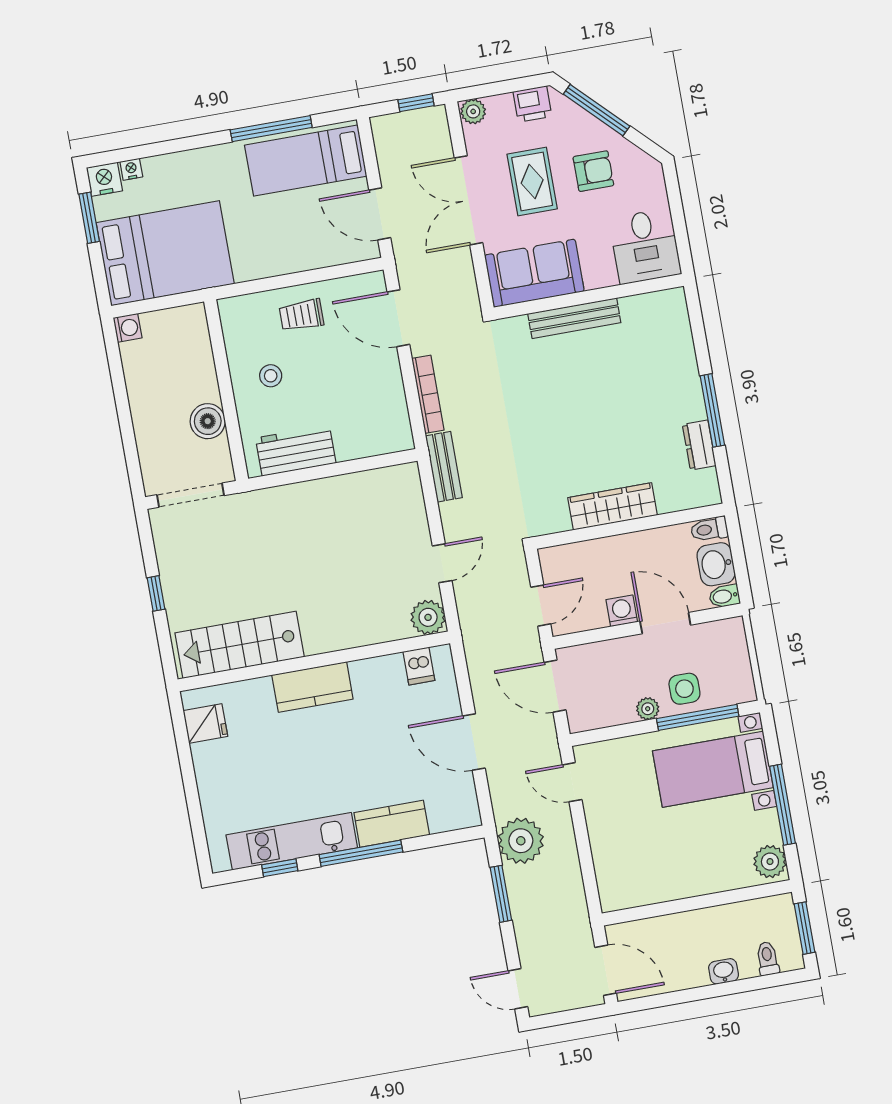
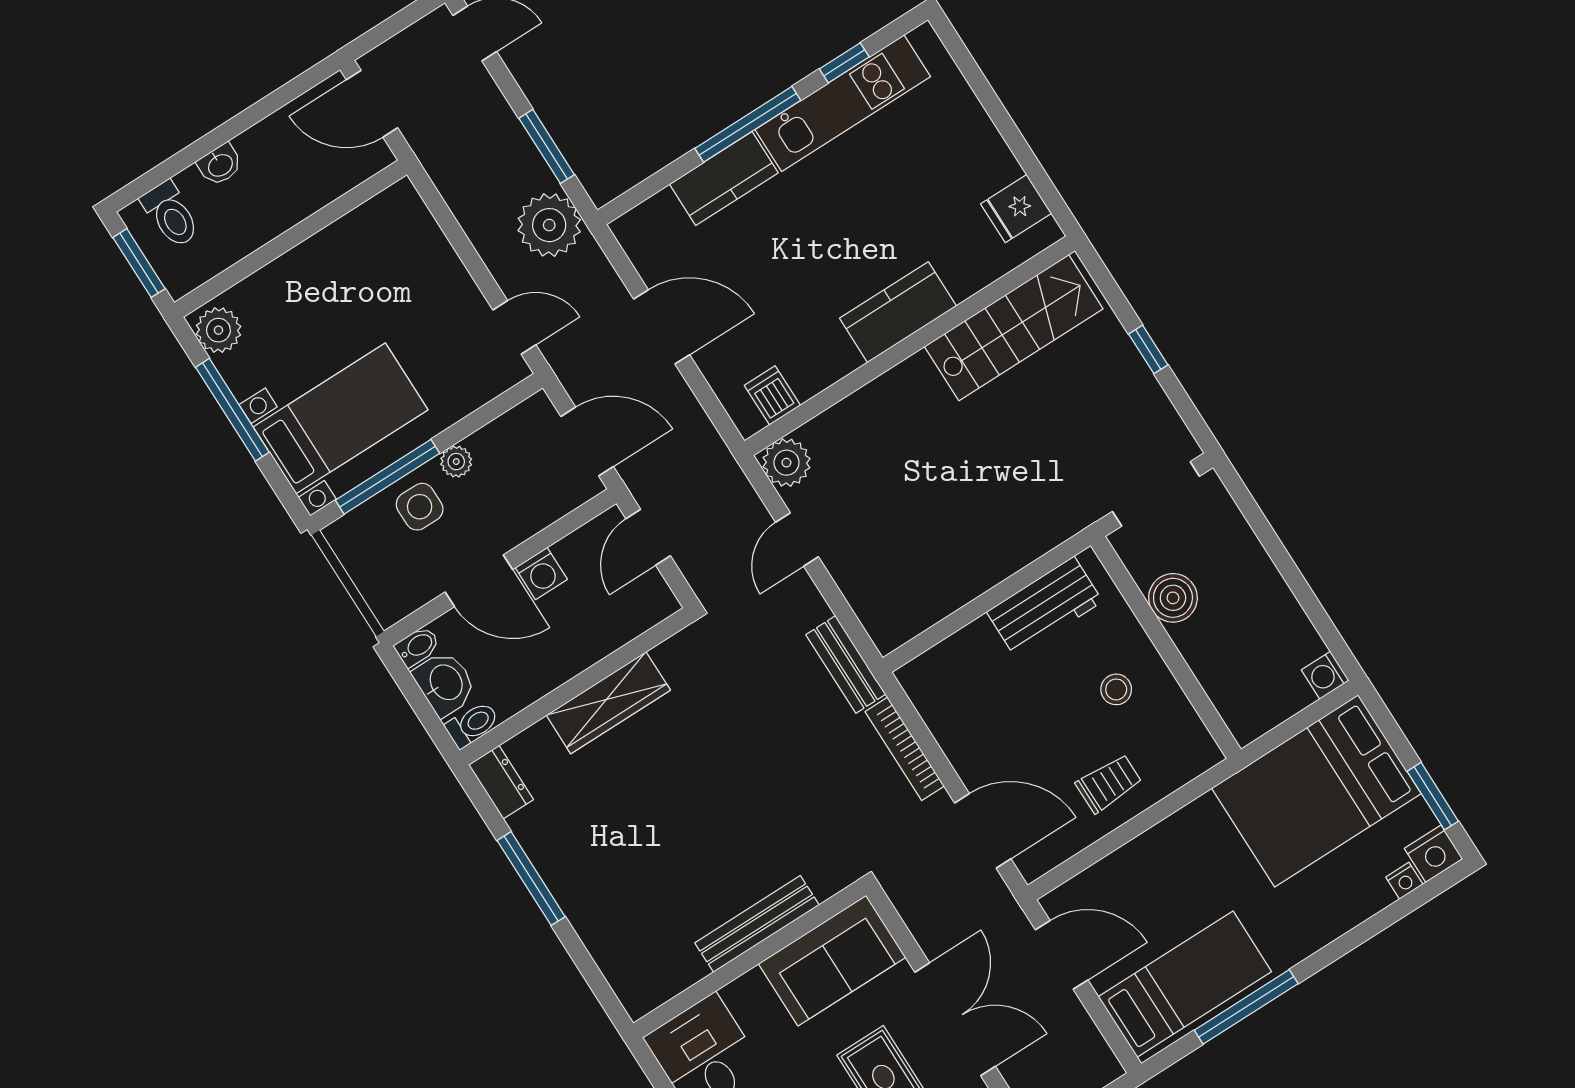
dresser: (699, 445) -> (501, 782), moved
toilet: (768, 959) -> (171, 214), width x1.37, depth x1.39

